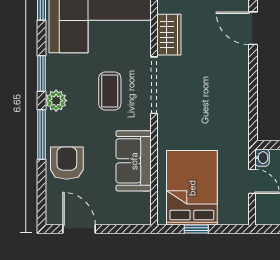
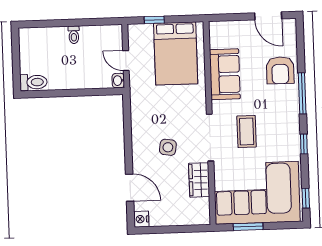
window: (41, 74) -> (304, 144), width x0.67
side table: (205, 75) -> (168, 147), added
plant: (56, 101) -> (291, 122), removed
window: (196, 229) -> (154, 20), moved

